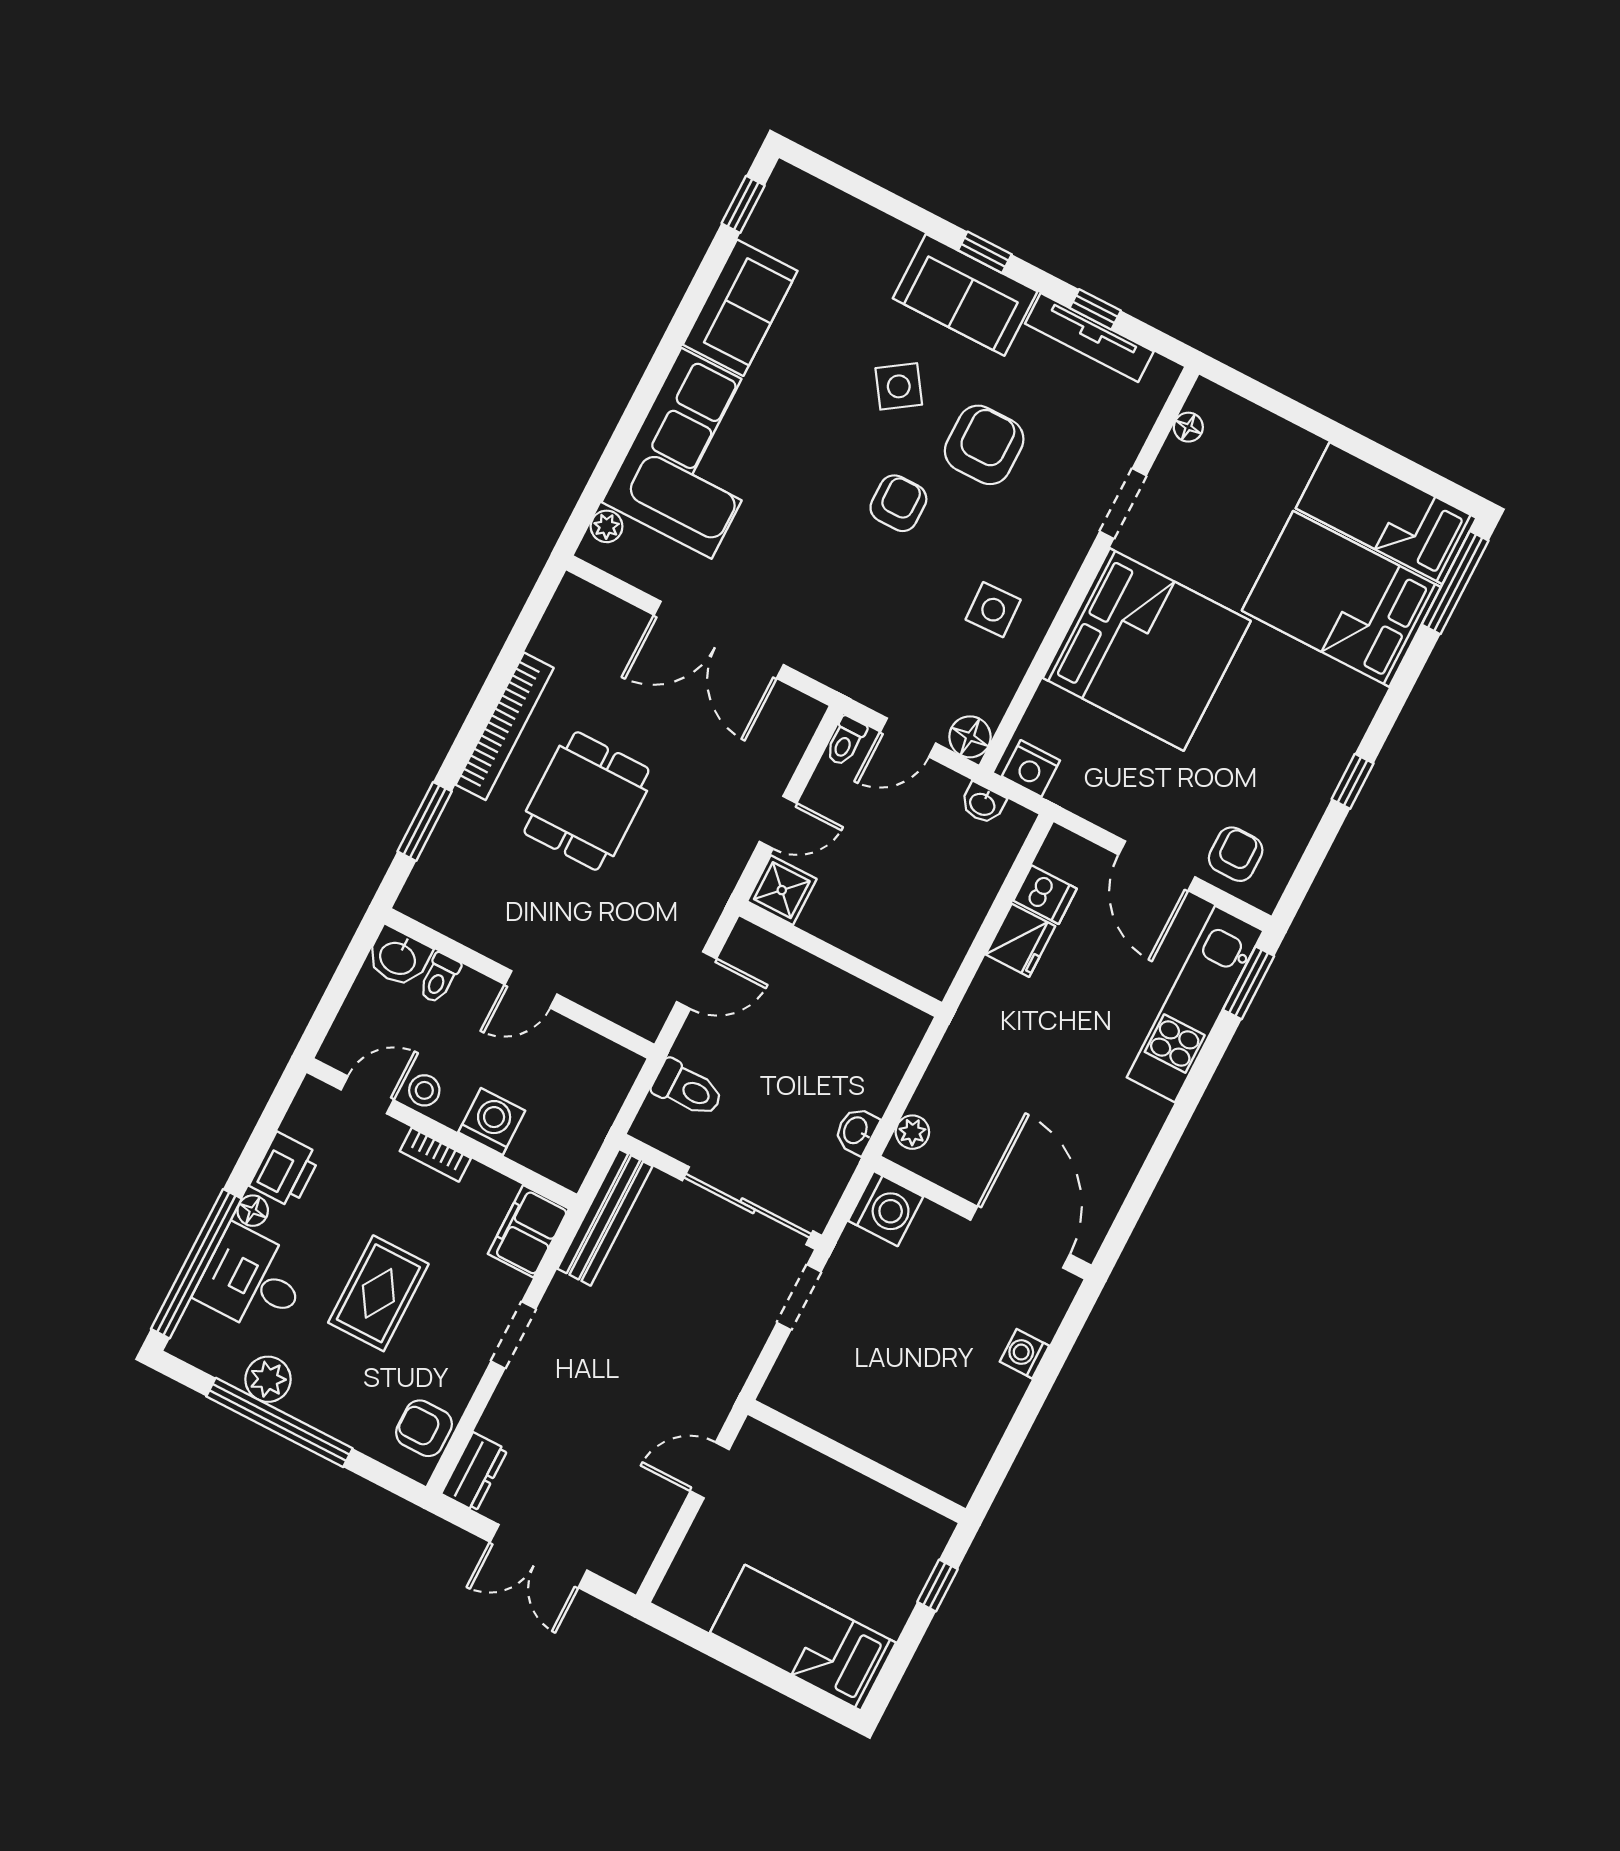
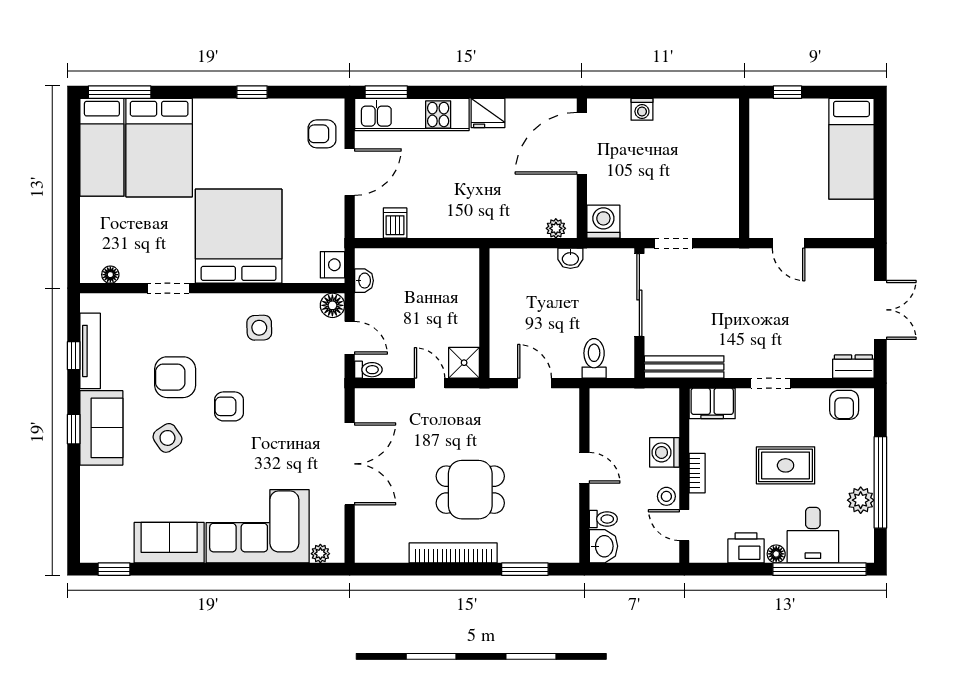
fridge: (1020, 940) -> (488, 113), moved, turned 180

